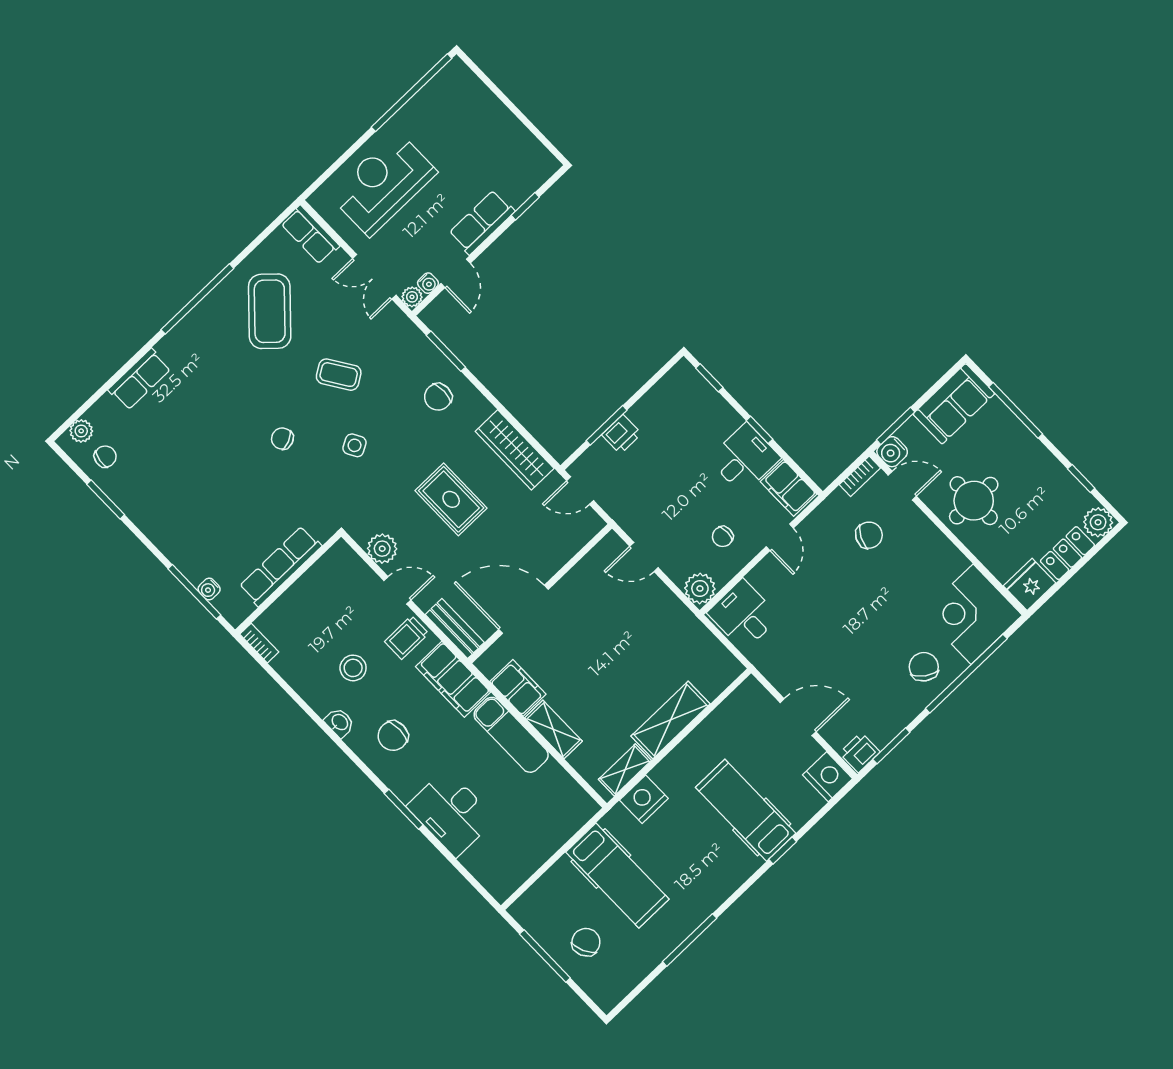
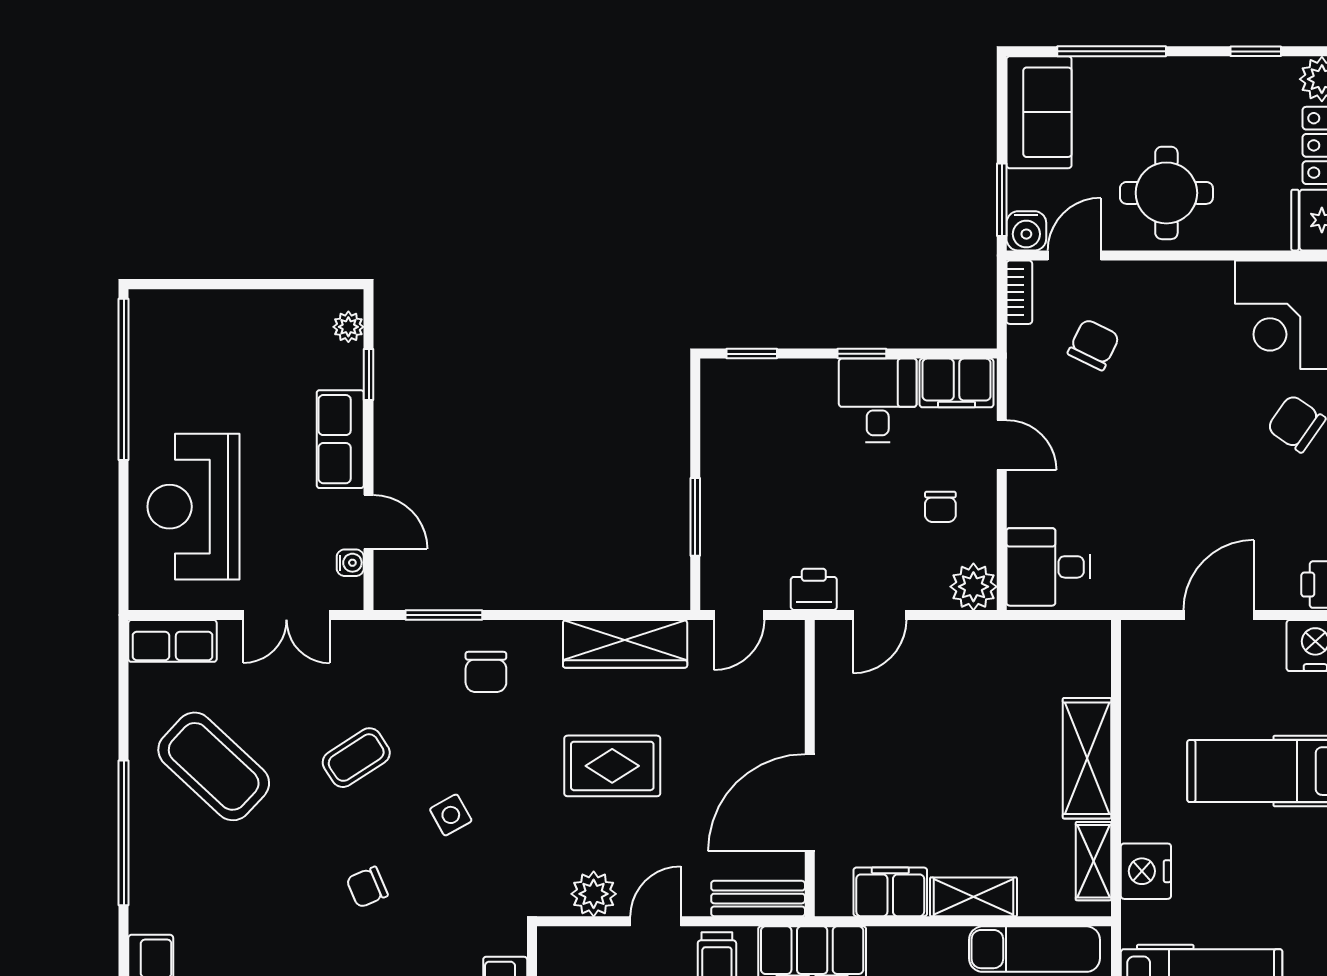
plant: (412, 297) -> (348, 327), moved
printer: (622, 434) -> (814, 589), moved, turned -90
exam couch: (511, 735) -> (1034, 949), moved

